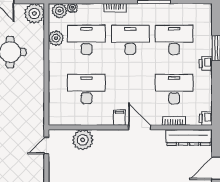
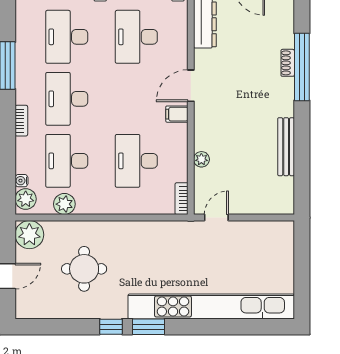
bookcase: (174, 121) -> (182, 199), moved
plant: (83, 140) -> (201, 159), width x0.53, depth x0.53
door: (46, 146) -> (216, 218), swing flipped

